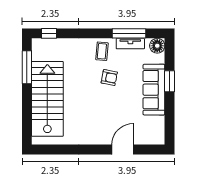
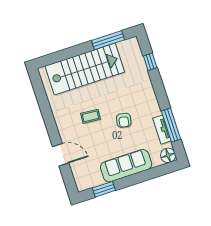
window: (49, 33) -> (150, 62), moved
coffee table: (102, 51) -> (91, 116), moved
window: (170, 81) -> (104, 189), moved

